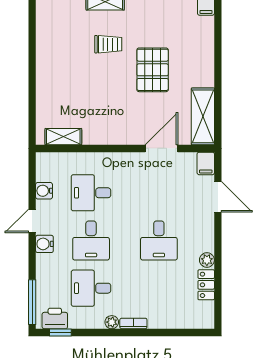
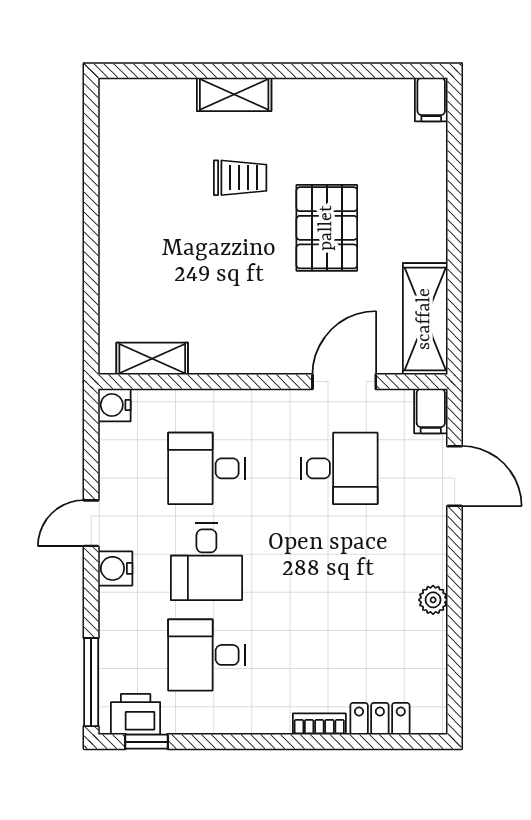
water cooler: (44, 191) -> (114, 405), moved
desk: (159, 240) -> (339, 468), moved, turned -90
locker: (206, 285) -> (380, 719), moved, turned 90
plant: (112, 322) -> (247, 721), removed
bookcase: (133, 323) -> (319, 724), moved

